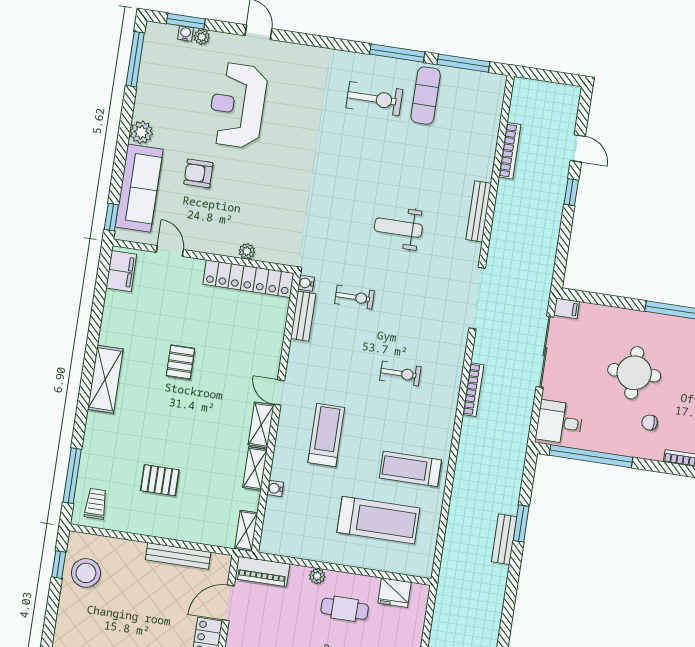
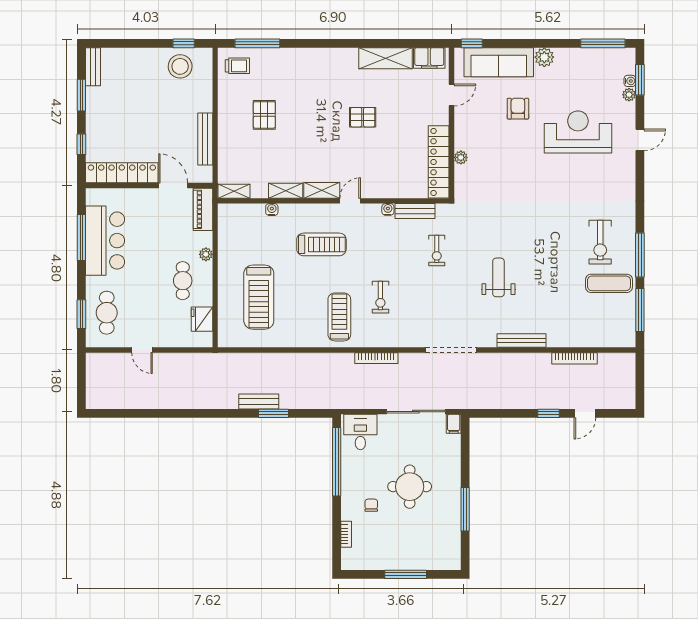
water cooler: (306, 283) -> (388, 209), moved
shelving: (105, 379) -> (385, 58), moved
treadmill: (410, 469) -> (339, 317), moved

